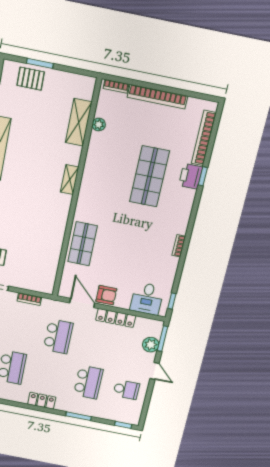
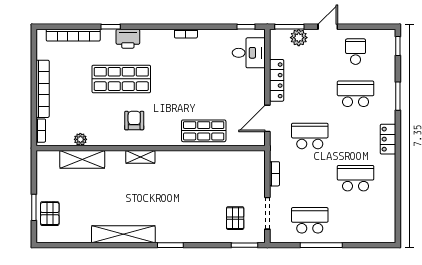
printer: (191, 176) -> (128, 39), moved
armchair: (106, 295) -> (134, 121), moved

